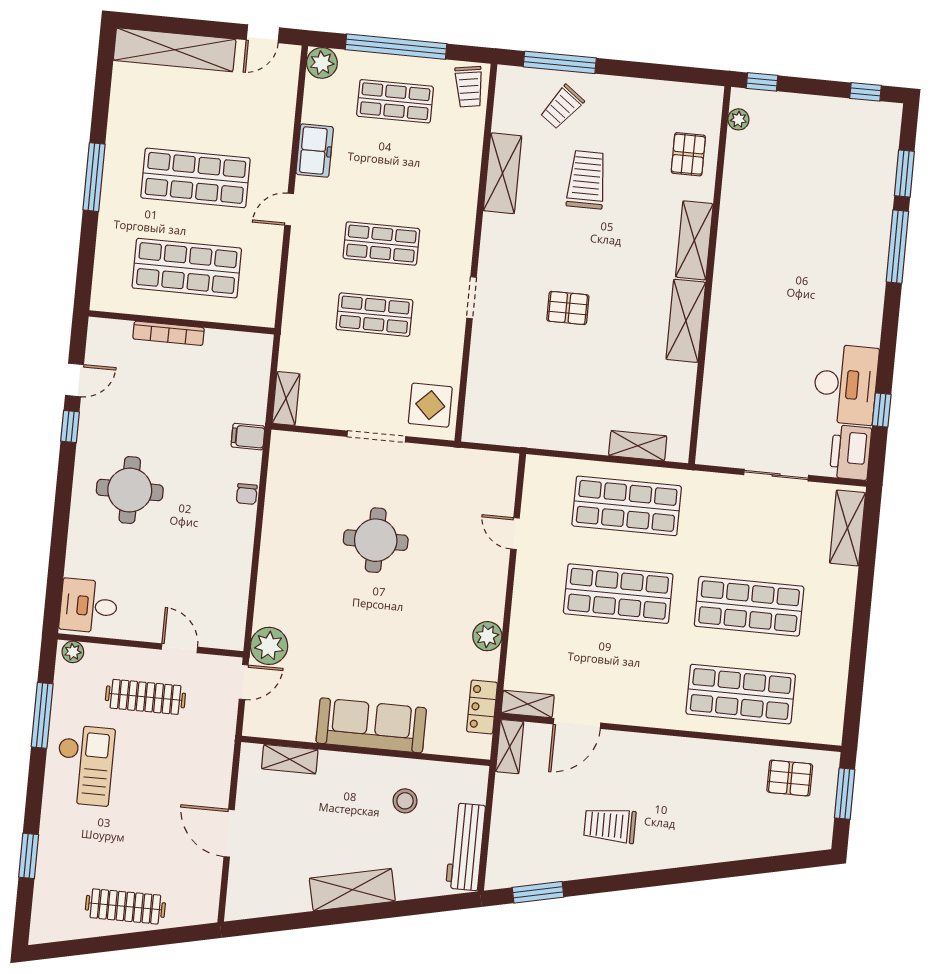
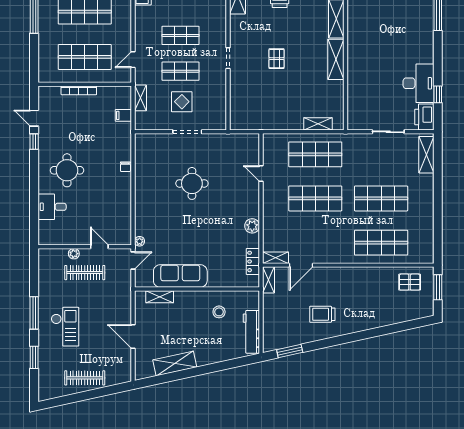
door: (289, 209) -> (133, 60), moved
pallet: (568, 308) -> (277, 59), turned 90
door: (74, 380) -> (34, 118), swing flipped
shelving: (286, 398) -> (140, 98), moved
display table: (430, 405) -> (182, 102), moved
filing cabinet: (248, 437) -> (123, 115), moved
desk: (89, 606) -> (52, 207), moved
plant: (269, 646) -> (140, 241), width x0.53, depth x0.53
plant: (73, 652) -> (74, 254), moved
window: (42, 715) -> (34, 313), moved
sofa: (371, 725) -> (180, 276), moved
checkout: (85, 765) -> (65, 327), moved
shelving: (352, 890) -> (175, 364), moved

